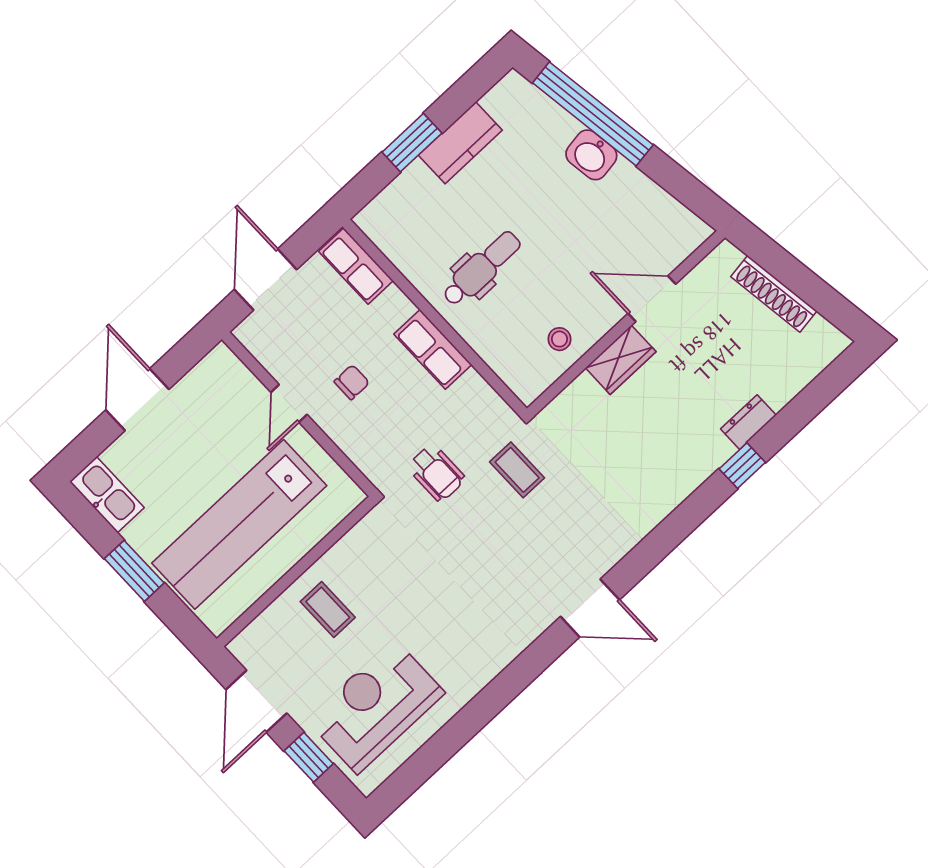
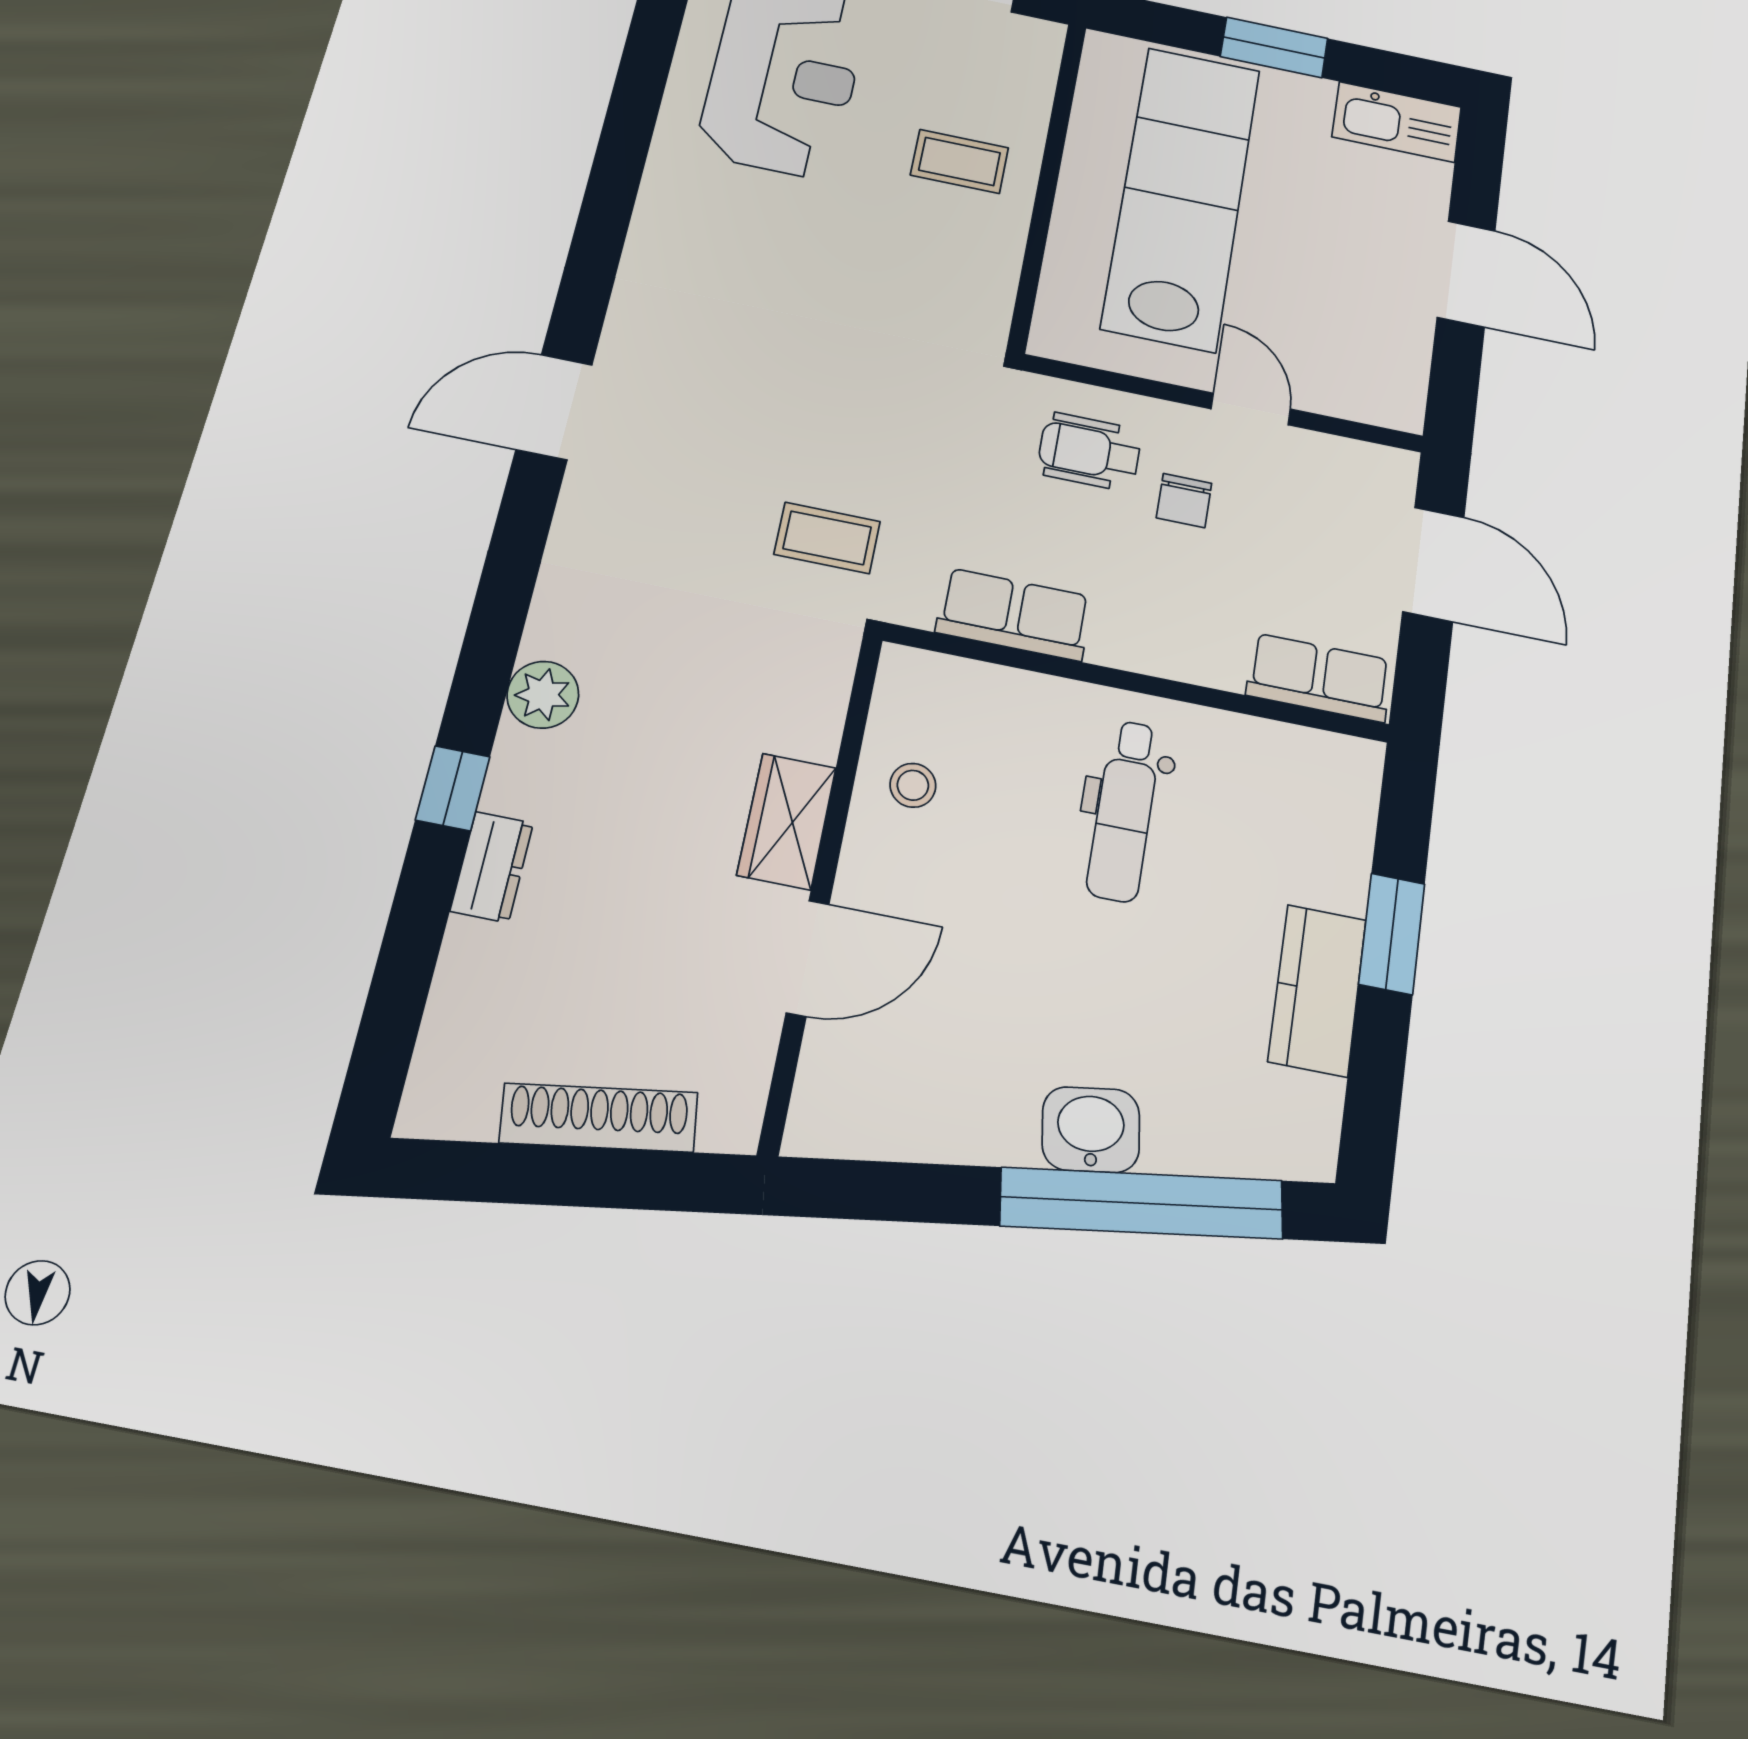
row of seats: (433, 349) -> (1014, 614), moved
wheelchair: (436, 473) -> (1089, 452), moved
plant: (681, 481) -> (543, 695), added

